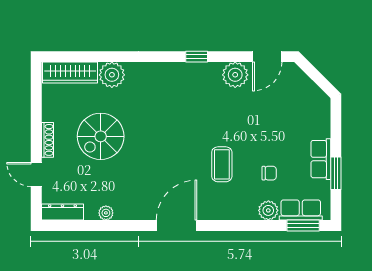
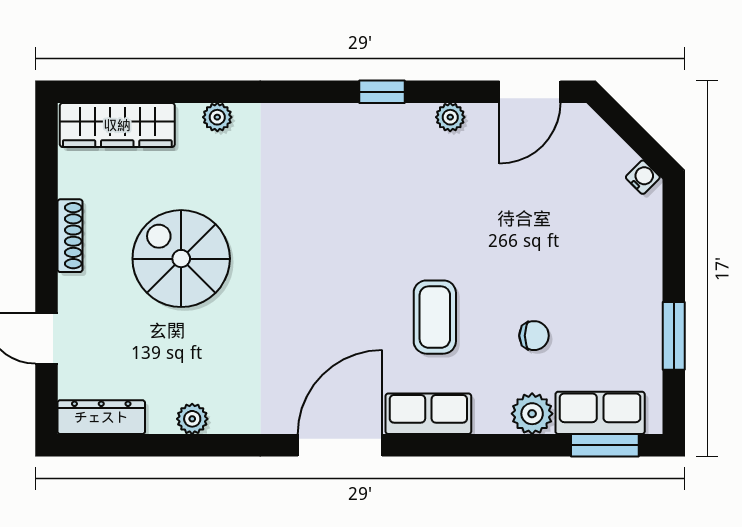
plant: (112, 75) -> (217, 117), width x0.53, depth x0.53
plant: (235, 75) -> (450, 117), width x0.53, depth x0.53
water cooler: (321, 97) -> (643, 177), added
spiral stairs: (101, 136) -> (181, 259), turned 90
shoe rack: (48, 140) -> (70, 236), moved
row of seats: (321, 159) -> (428, 414), moved, turned 90

